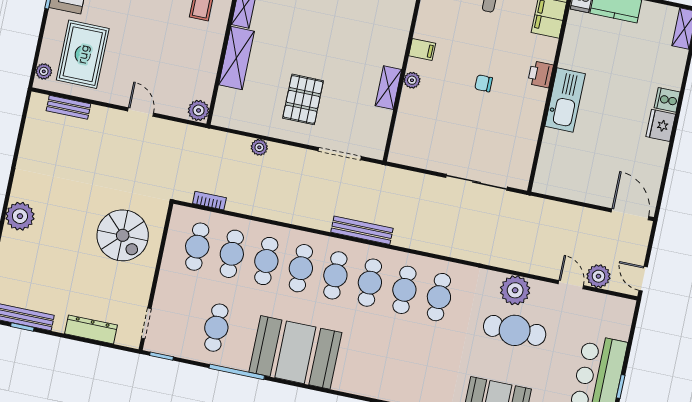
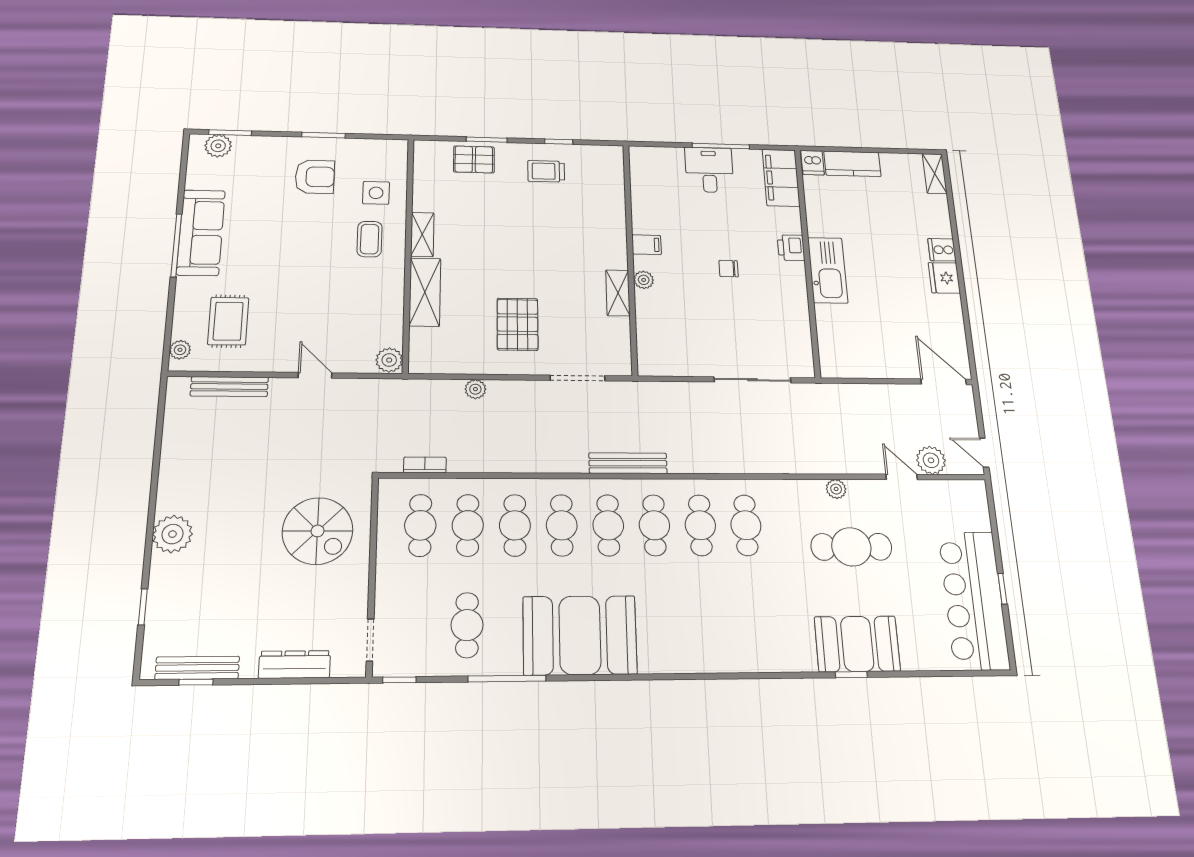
rug: (83, 54) -> (228, 321), width x0.73, depth x0.70
bench: (68, 107) -> (229, 387), width x1.36
plant: (515, 290) -> (836, 489), width x0.53, depth x0.53

